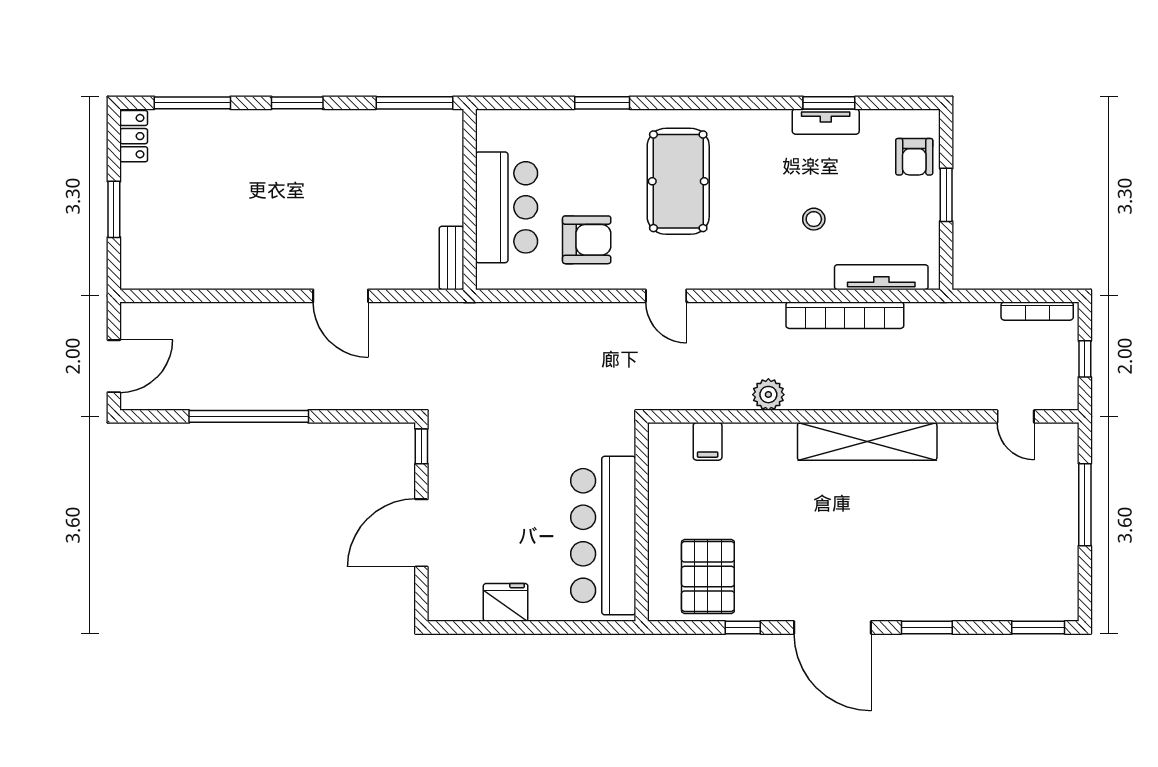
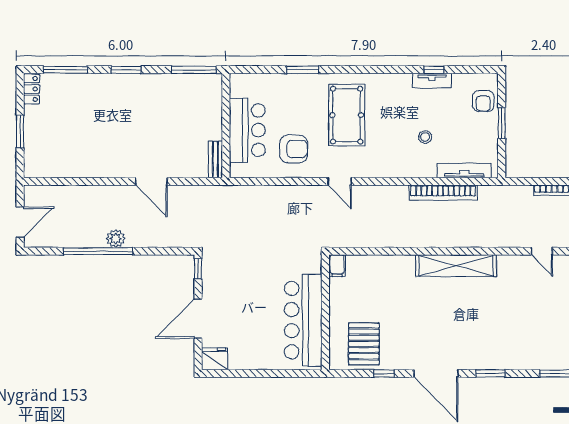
window: (829, 103) -> (434, 70), width x0.67
plant: (768, 395) -> (116, 239), moved
filing cabinet: (708, 441) -> (337, 266), moved
fridge: (506, 602) -> (215, 359), moved

